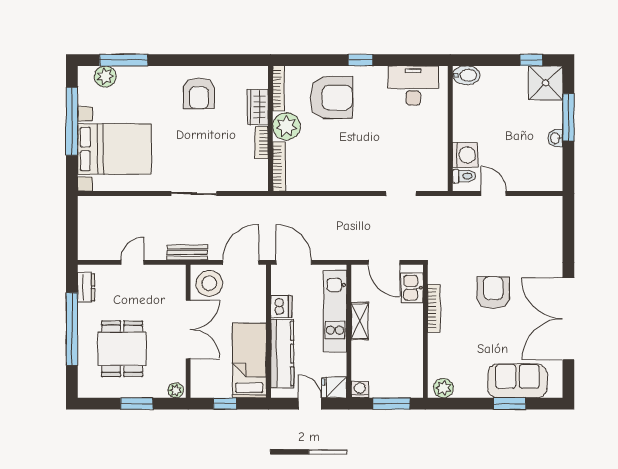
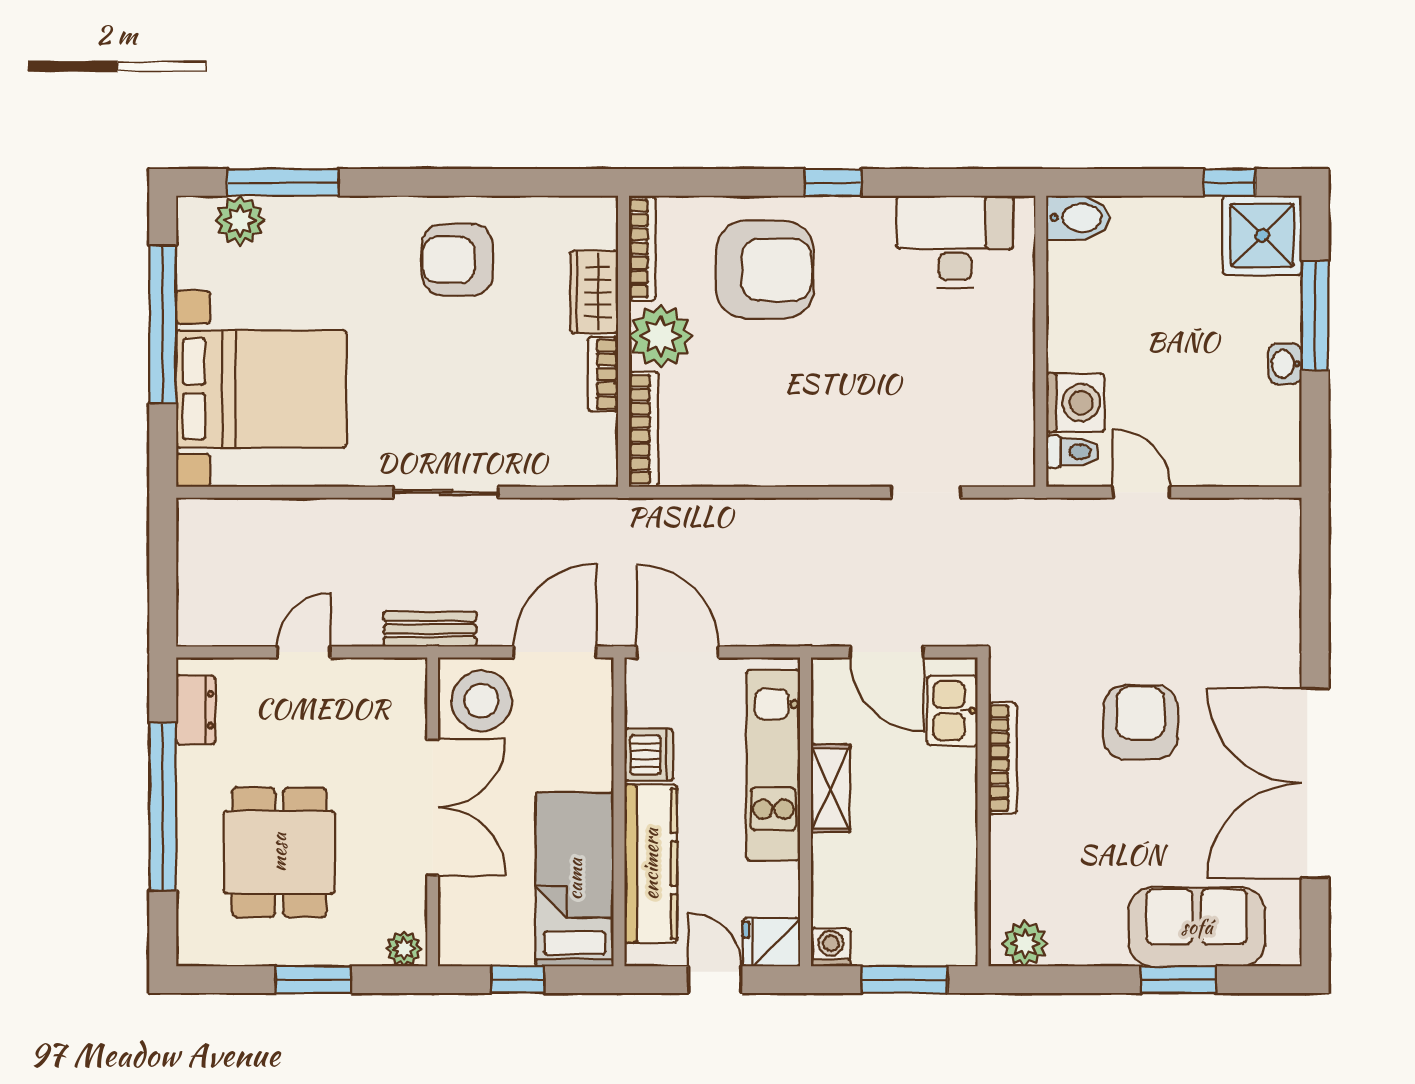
armchair: (199, 93) -> (457, 260), turned 90

